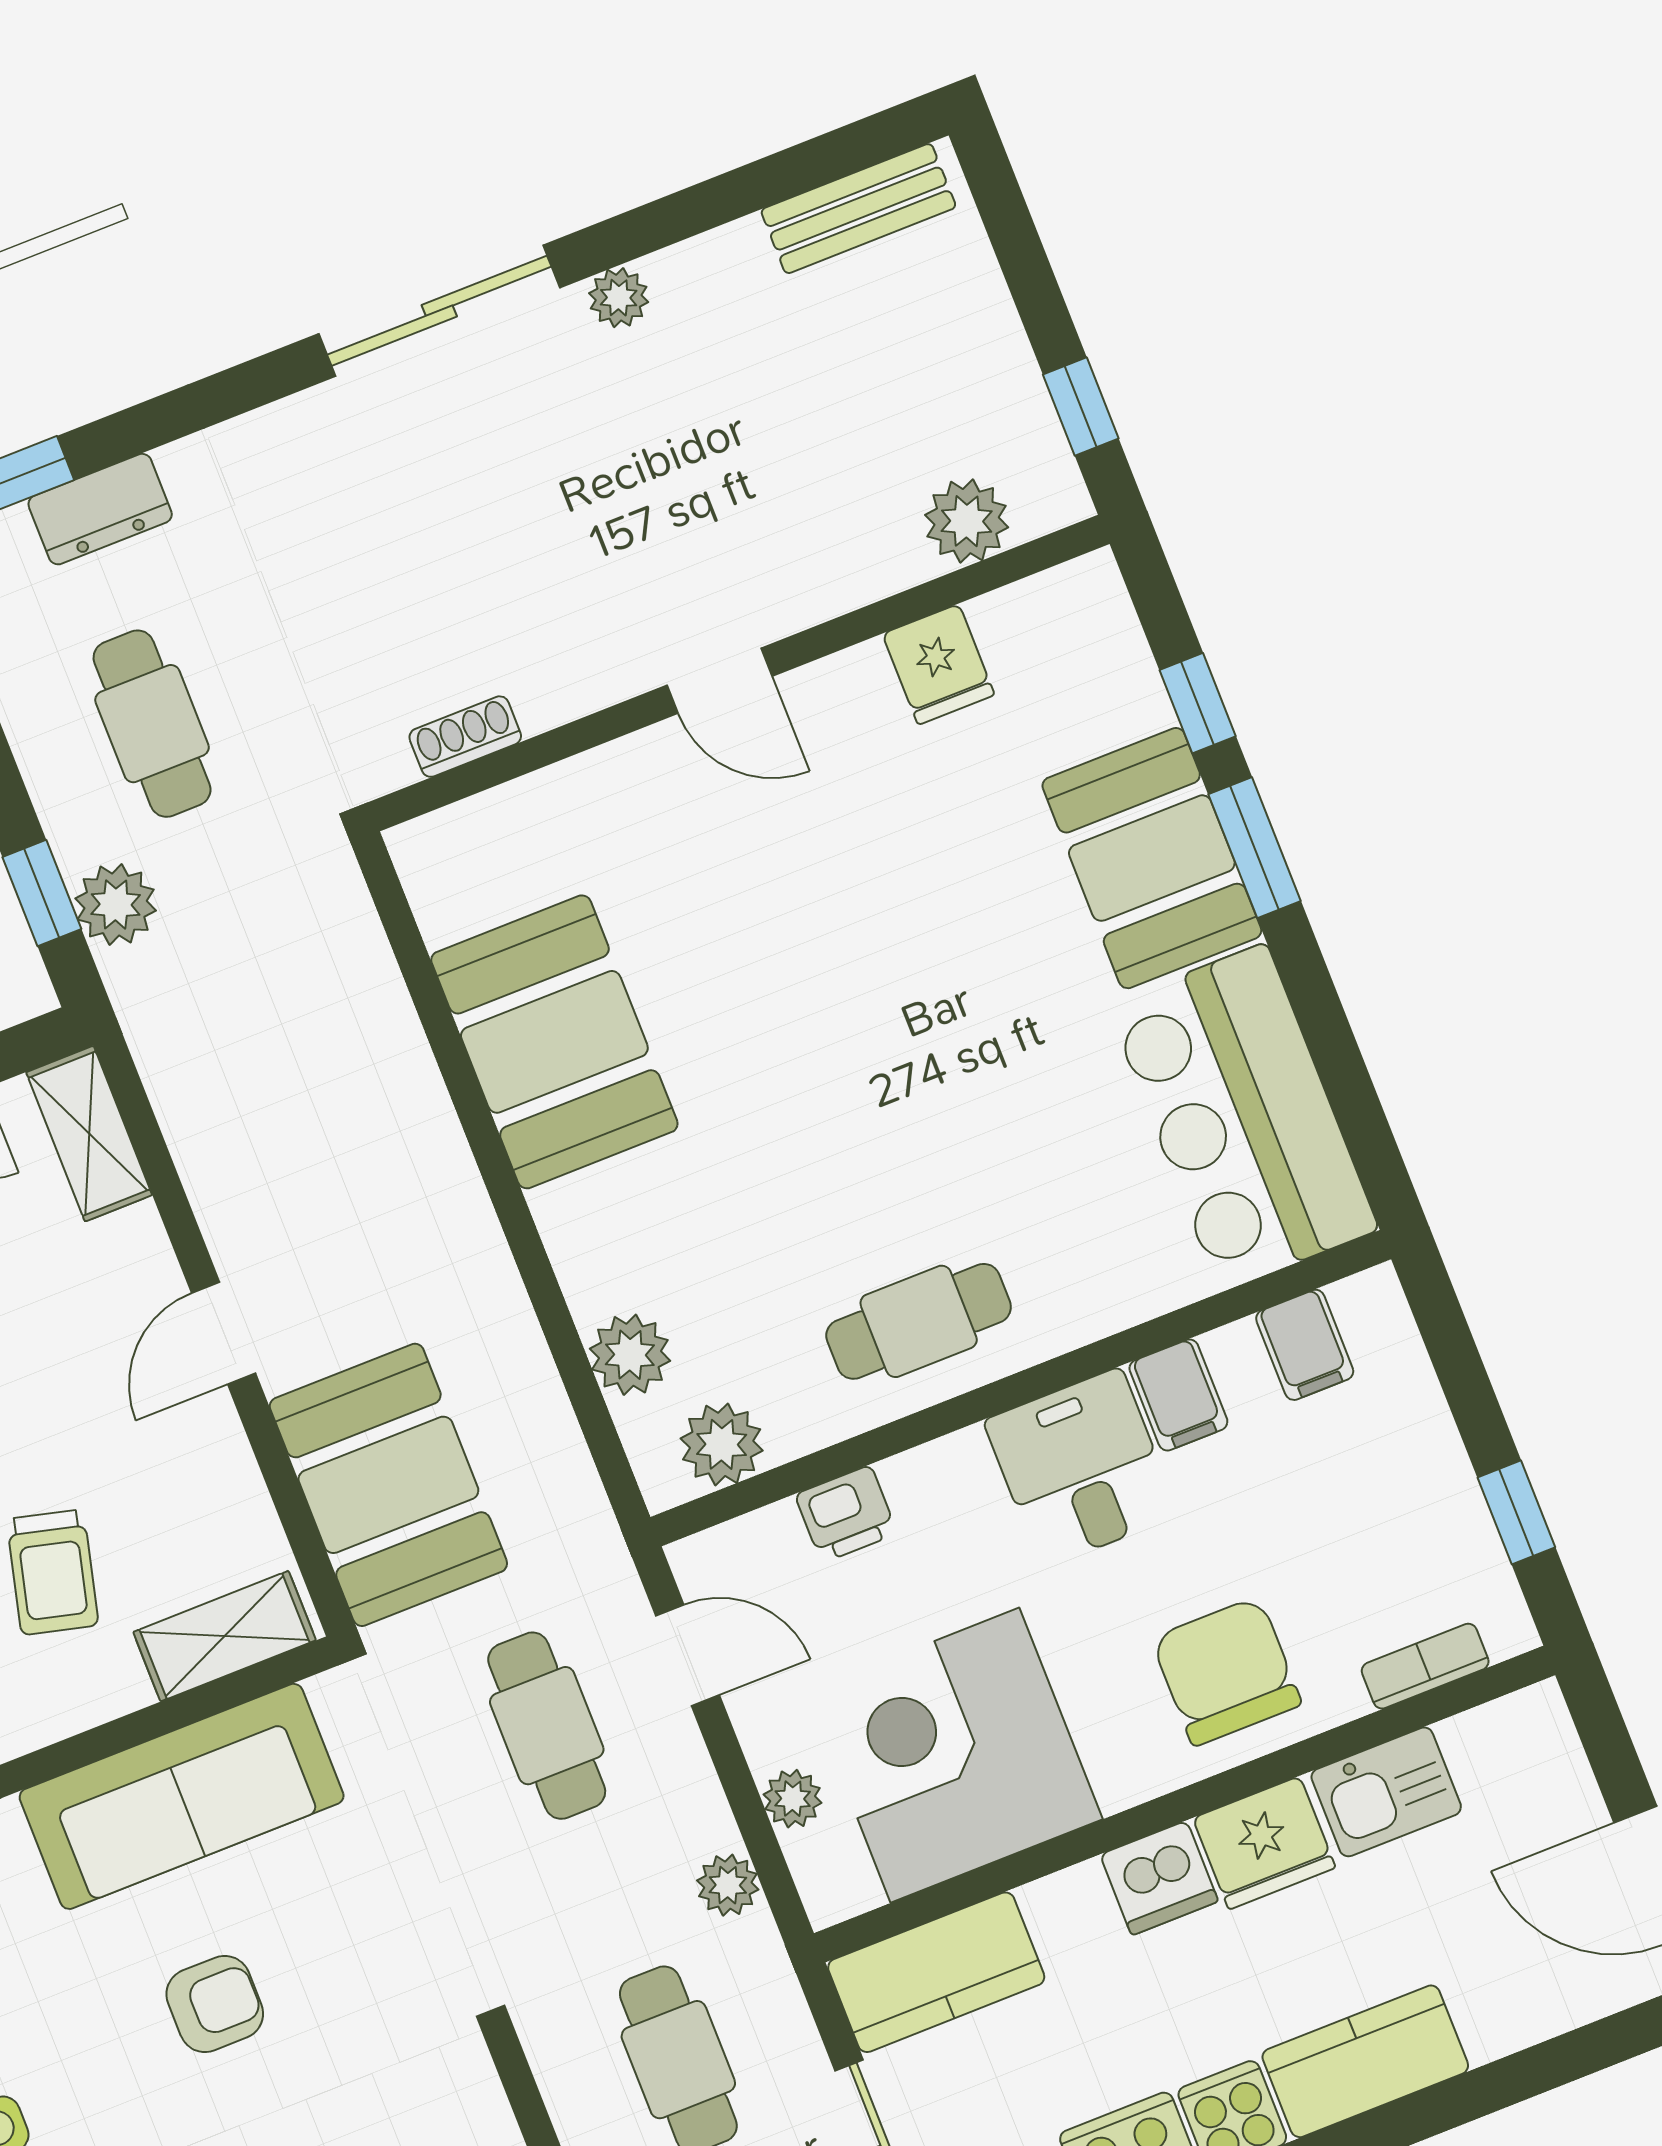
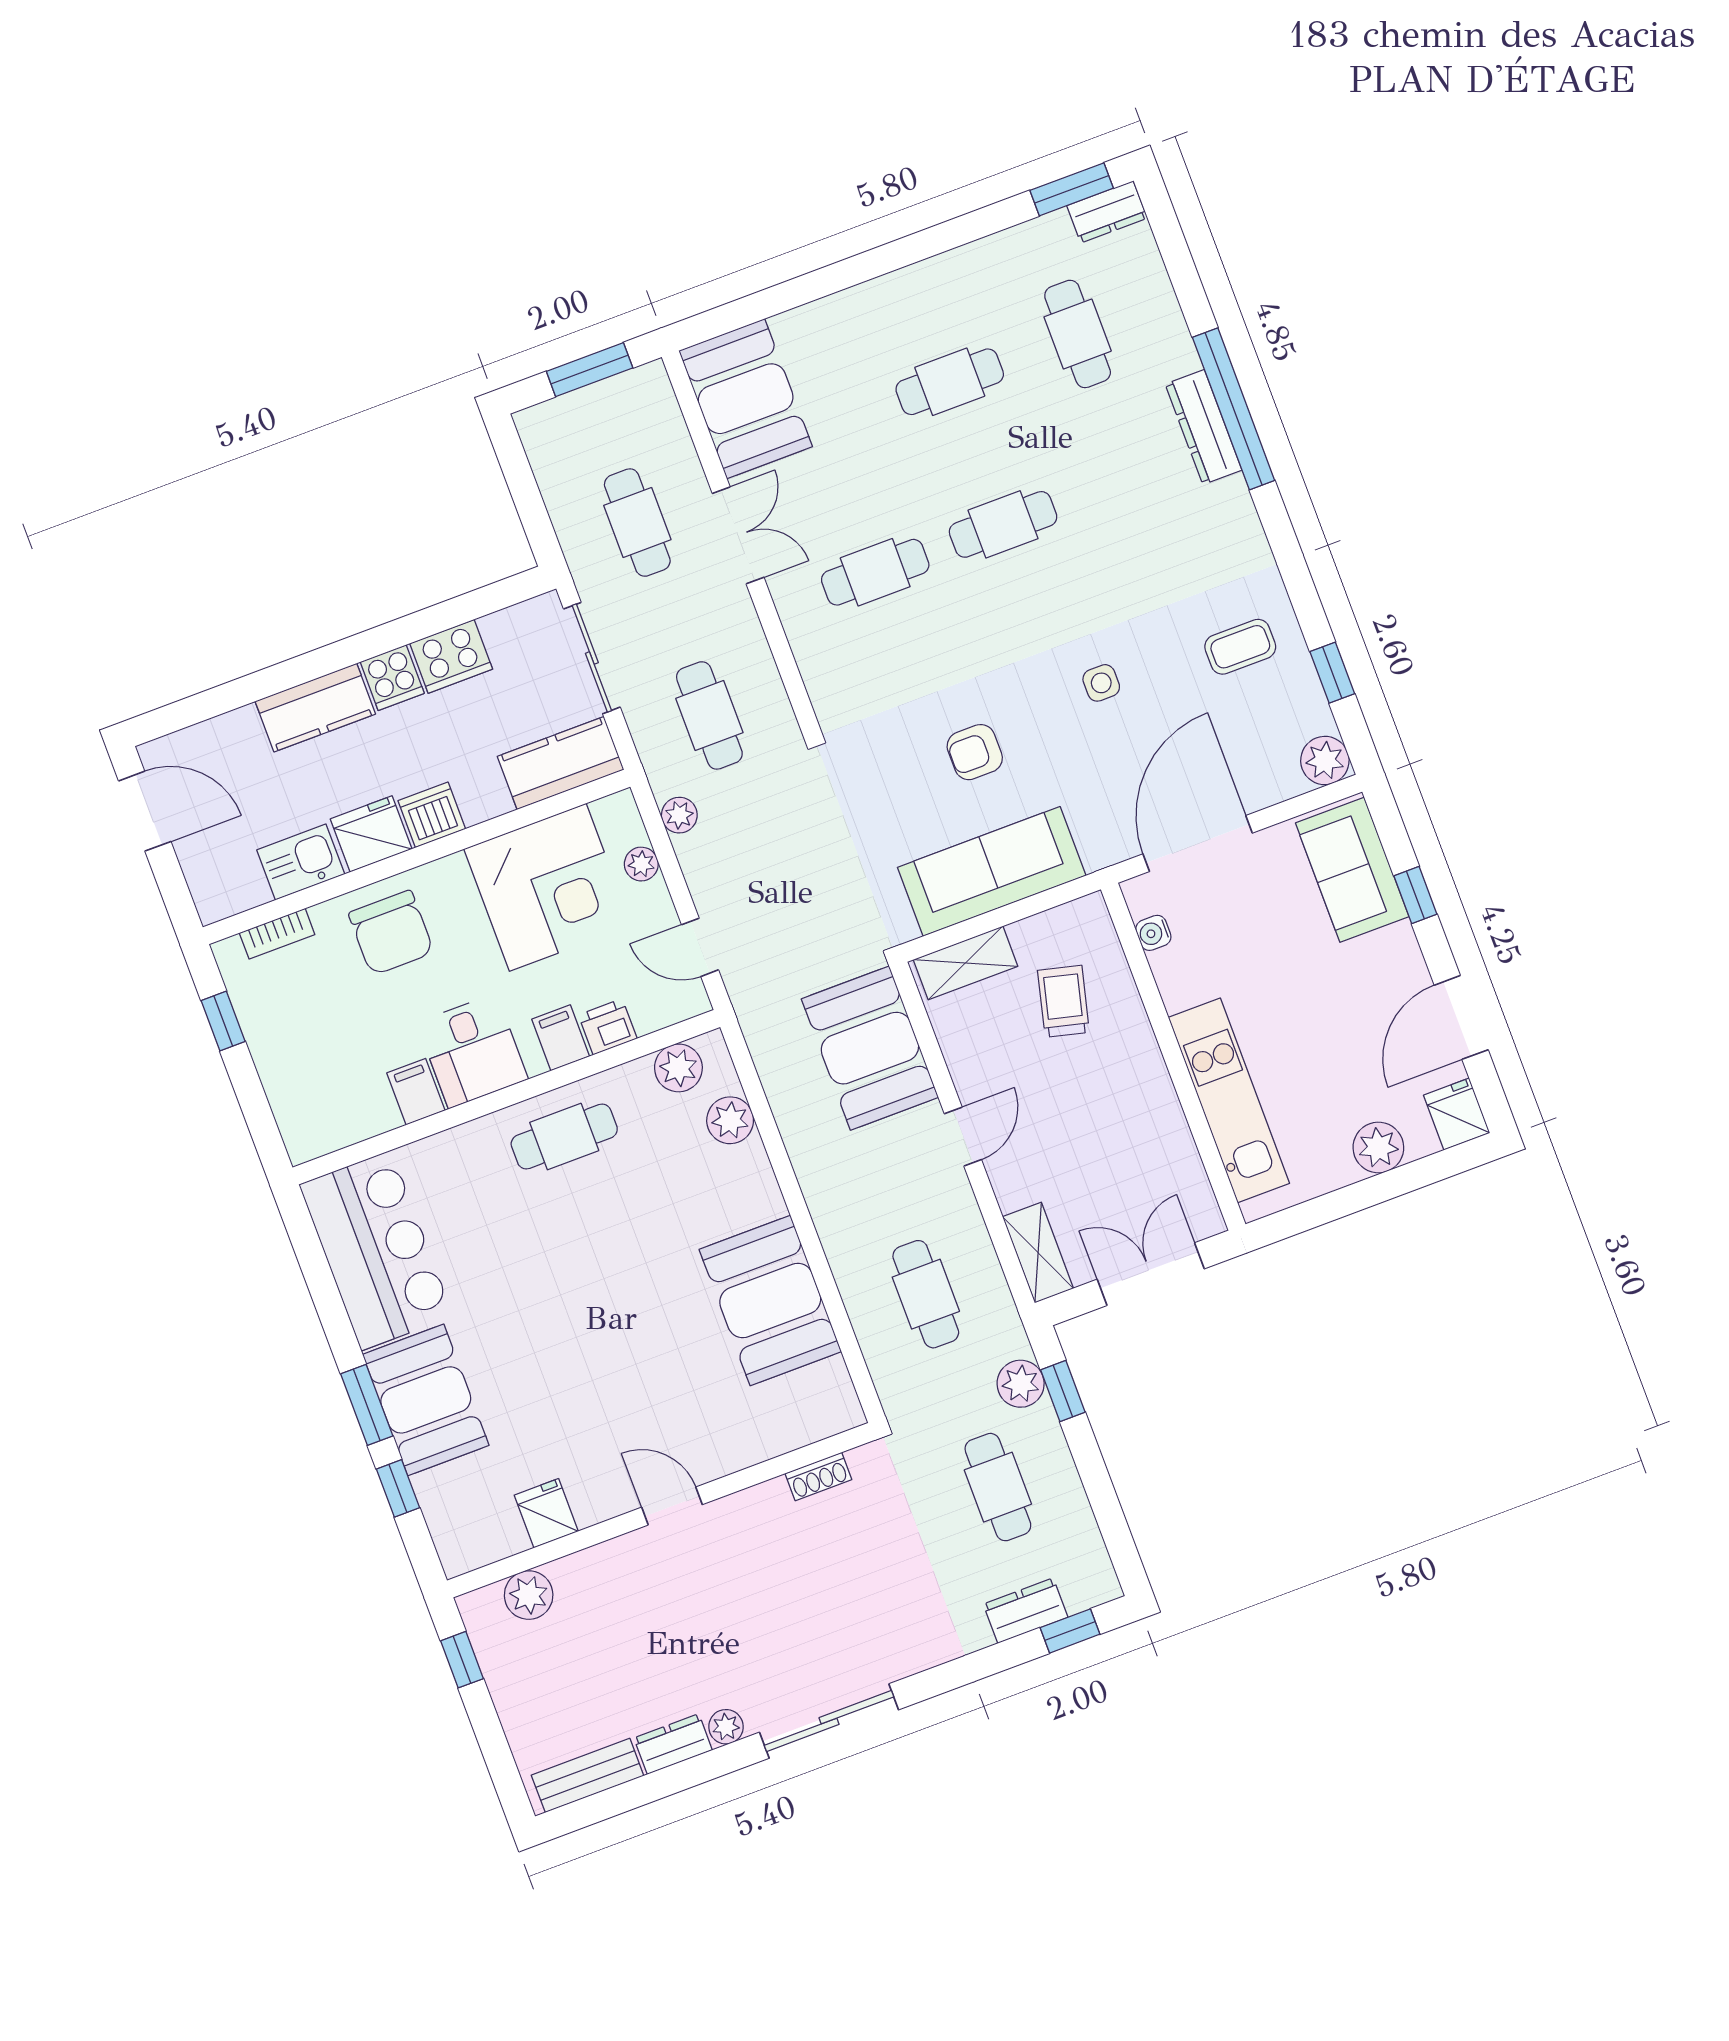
dresser: (710, 266) -> (673, 1744), added
filing cabinet: (1305, 1345) -> (561, 1038), moved
cafe table: (547, 1726) -> (926, 1294), moved

